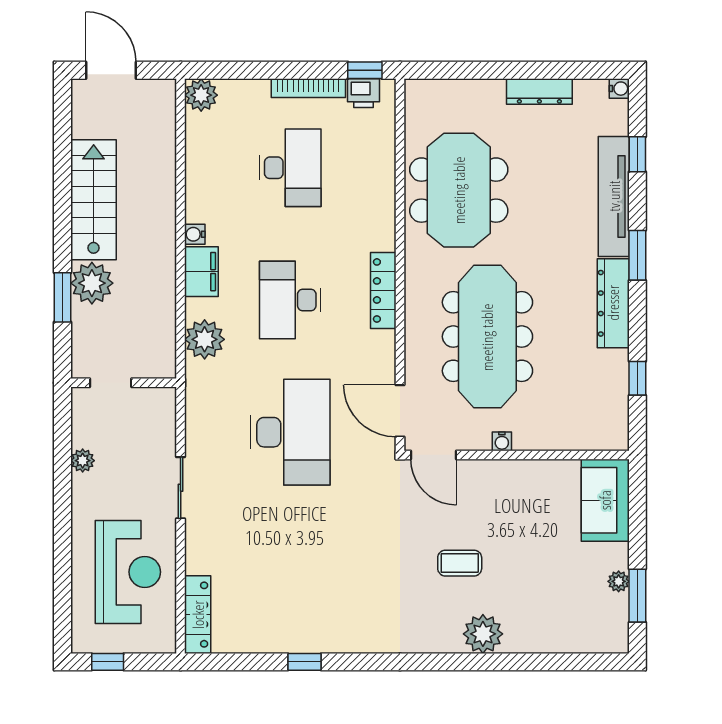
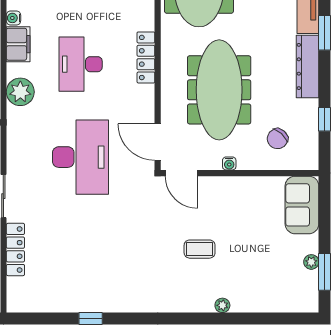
chair: (570, 406) -> (277, 139), added
locker: (198, 615) -> (15, 249), moved
plant: (483, 634) -> (222, 305), width x0.53, depth x0.53

